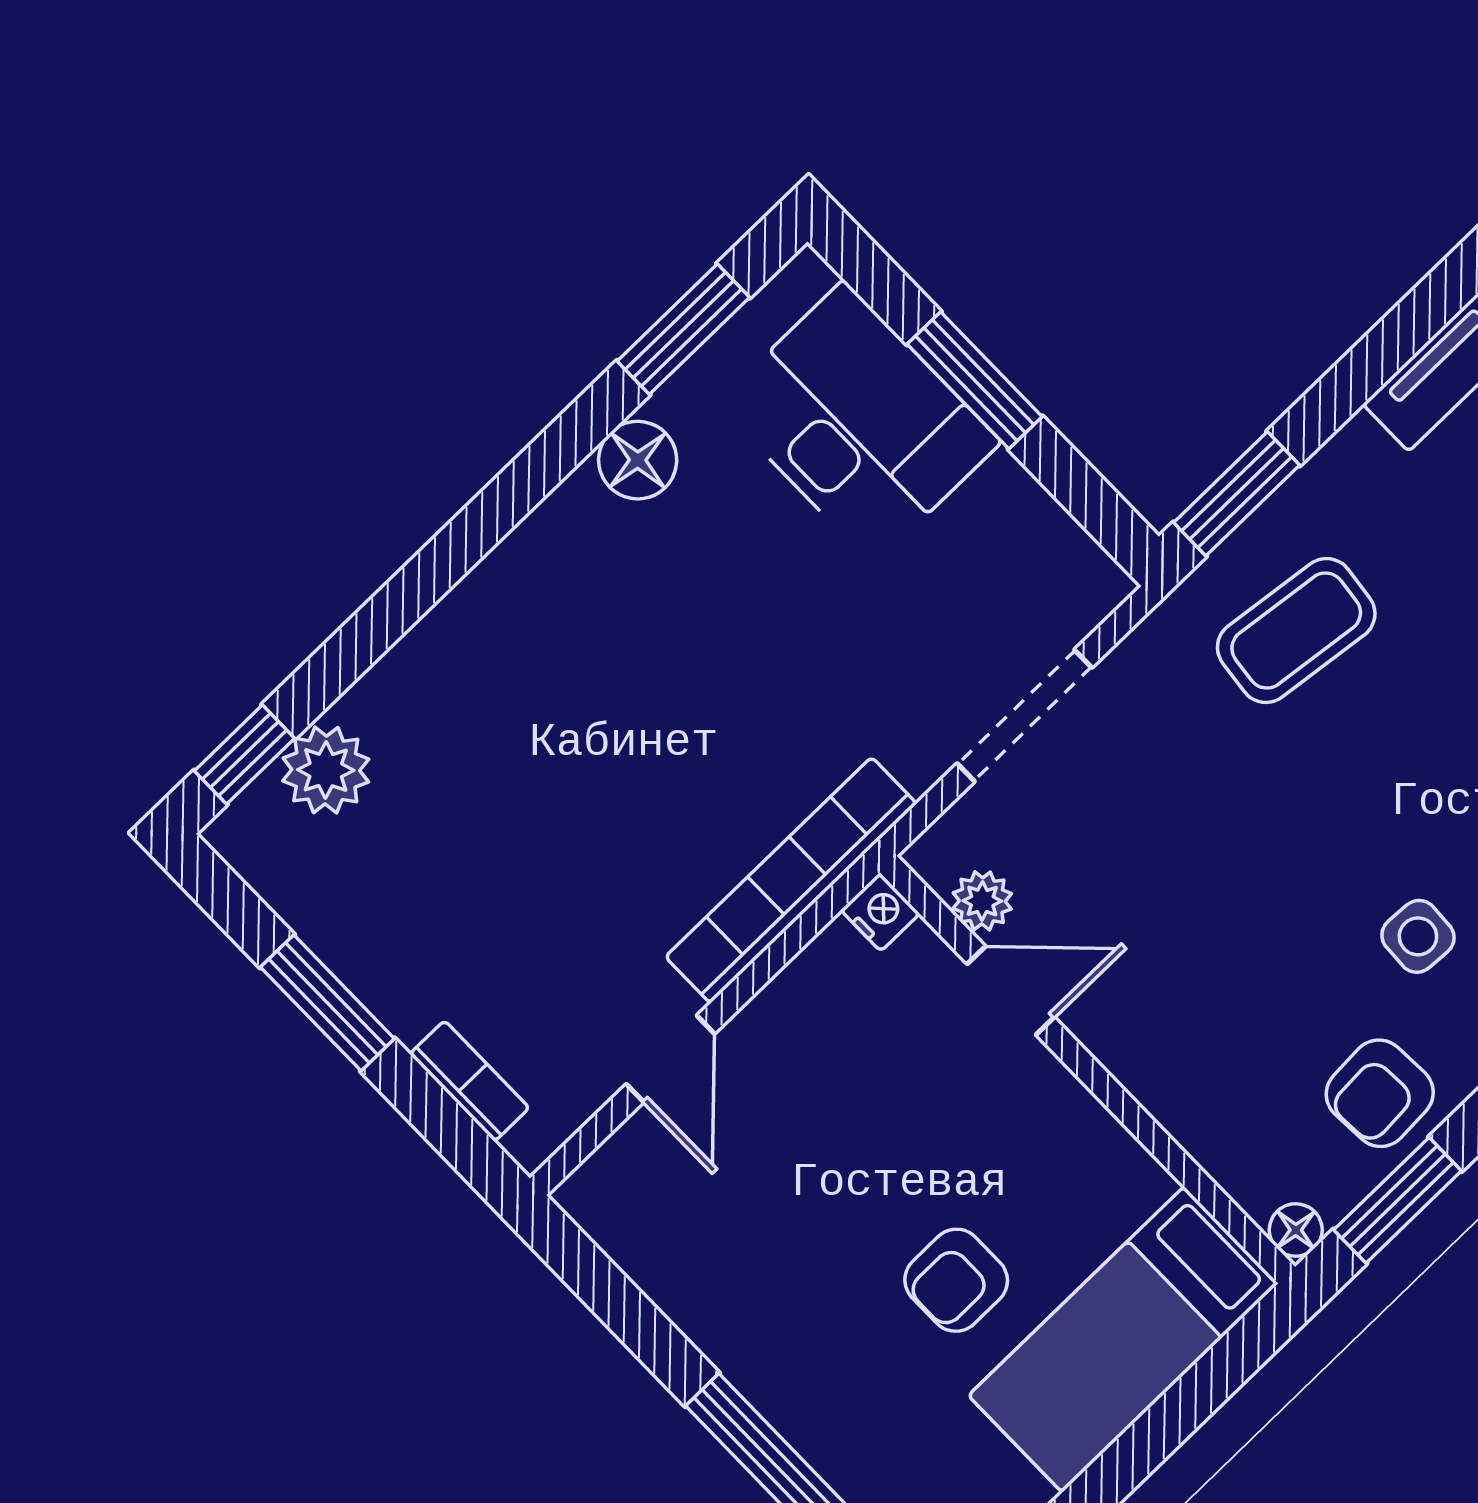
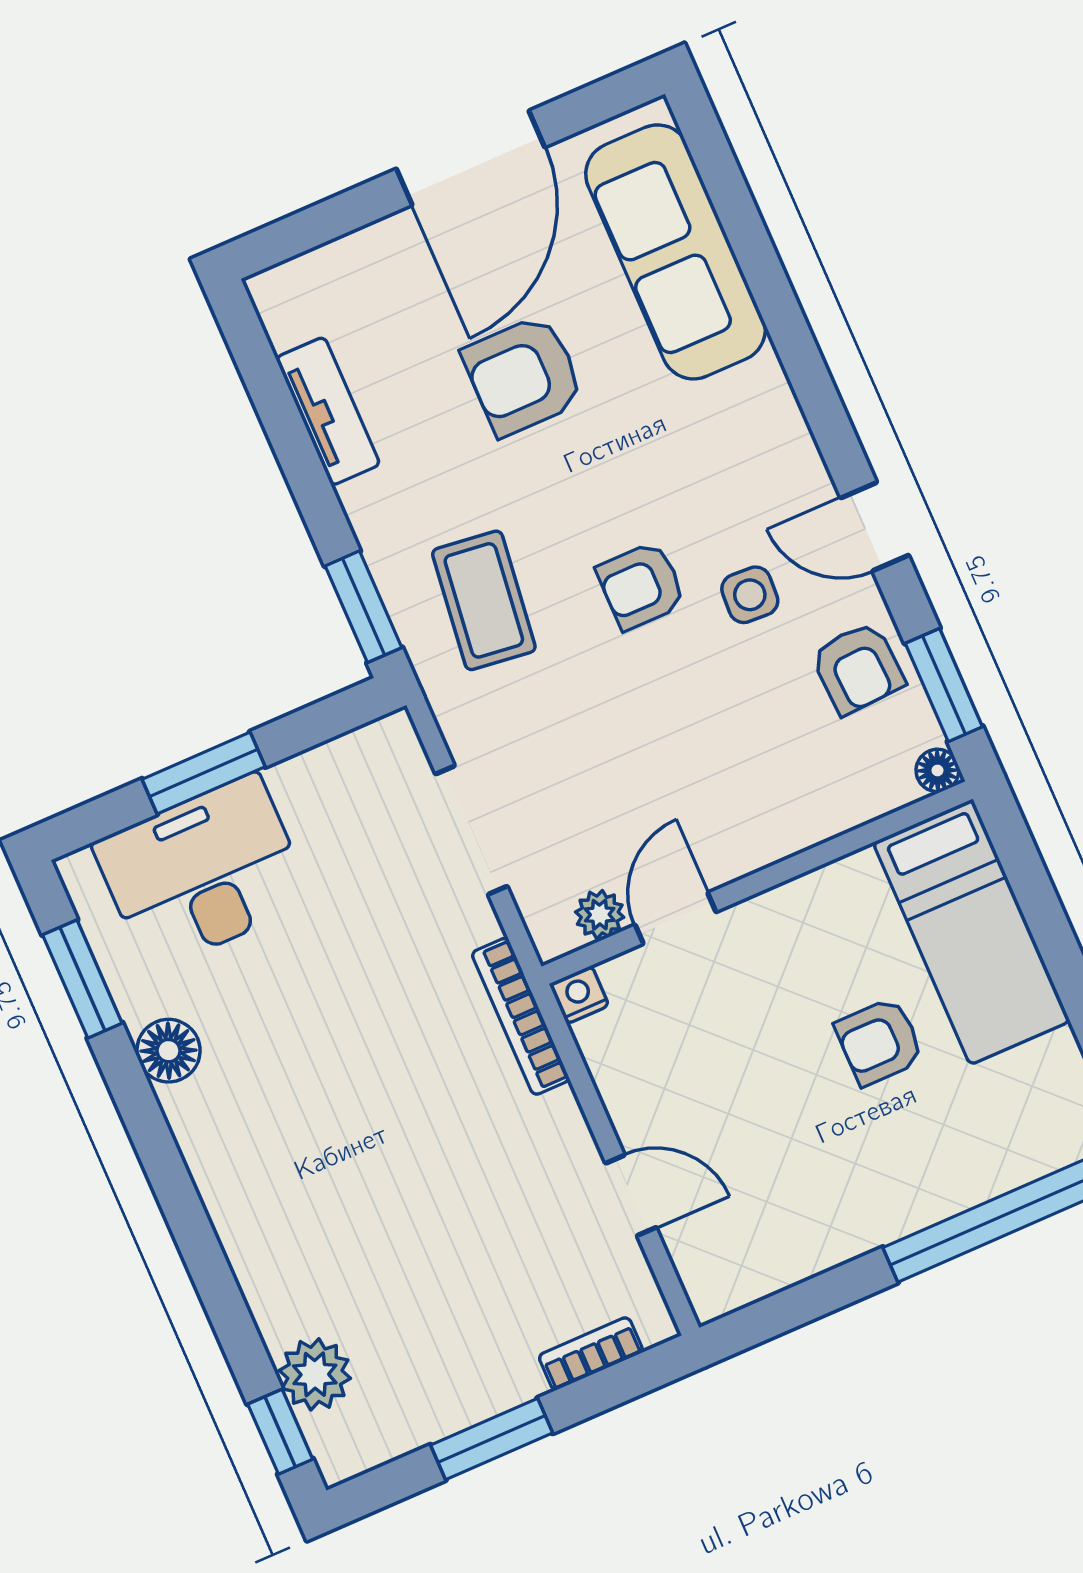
armchair: (1381, 806) -> (641, 586), added
bookcase: (791, 880) -> (521, 1016), width x0.68, depth x0.76
armchair: (956, 1280) -> (879, 1042), turned 90

